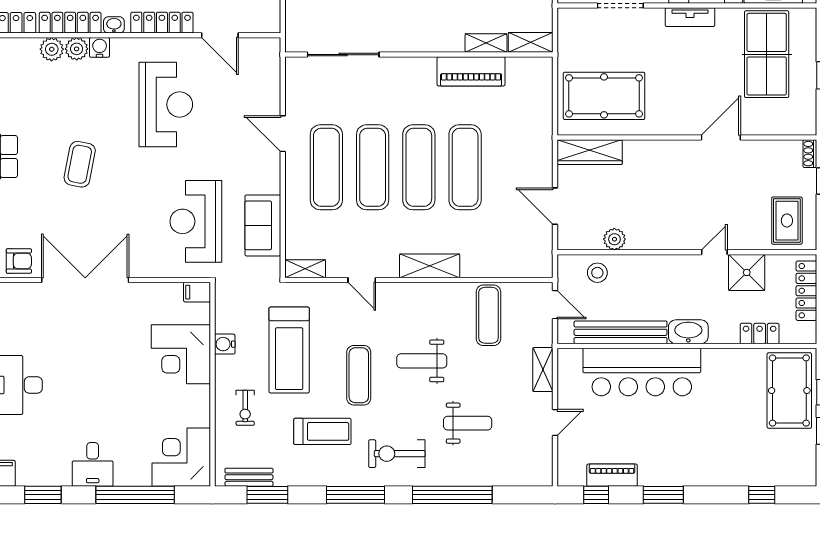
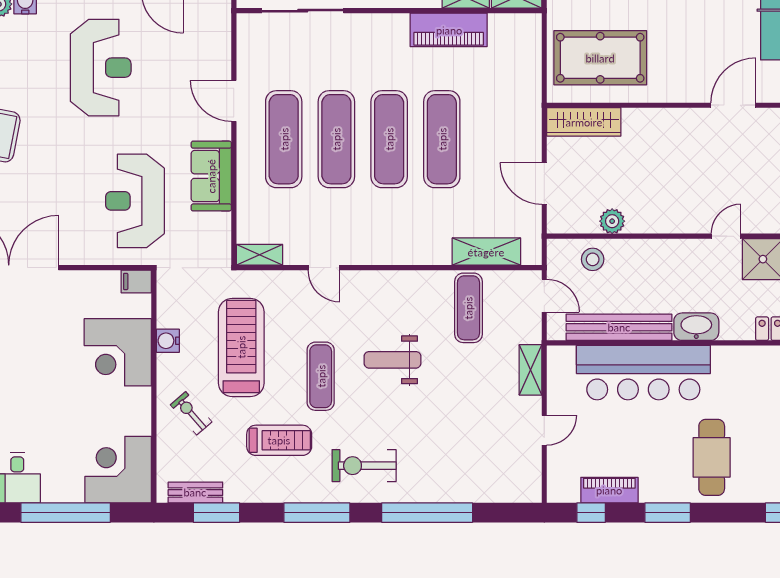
sofa: (263, 225) -> (211, 176), moved
shelving: (430, 266) -> (486, 252), moved
treadmill: (289, 350) -> (241, 347), turned 180
exercise bike: (245, 408) -> (191, 413), turned 139
weight bench: (468, 423) -> (445, 431), removed
cafe table: (702, 446) -> (712, 457), added

